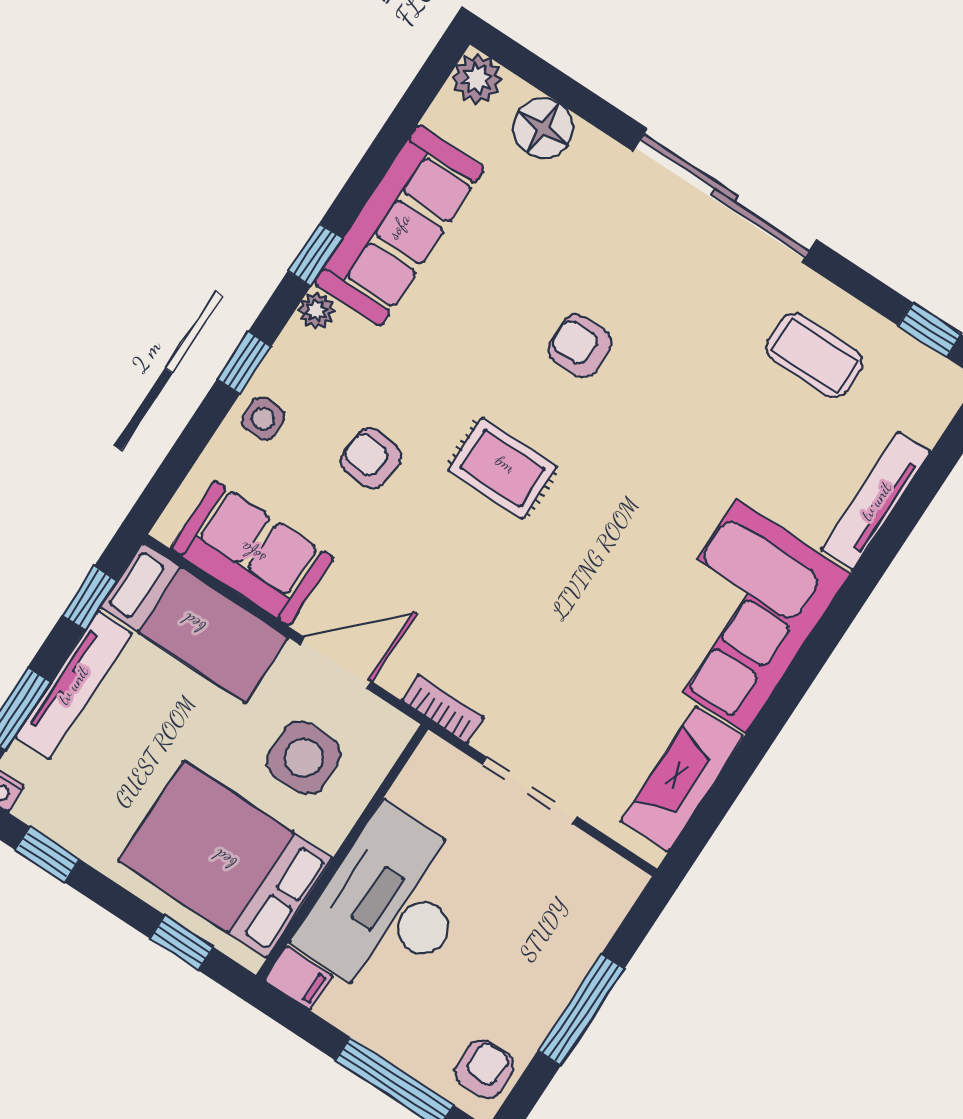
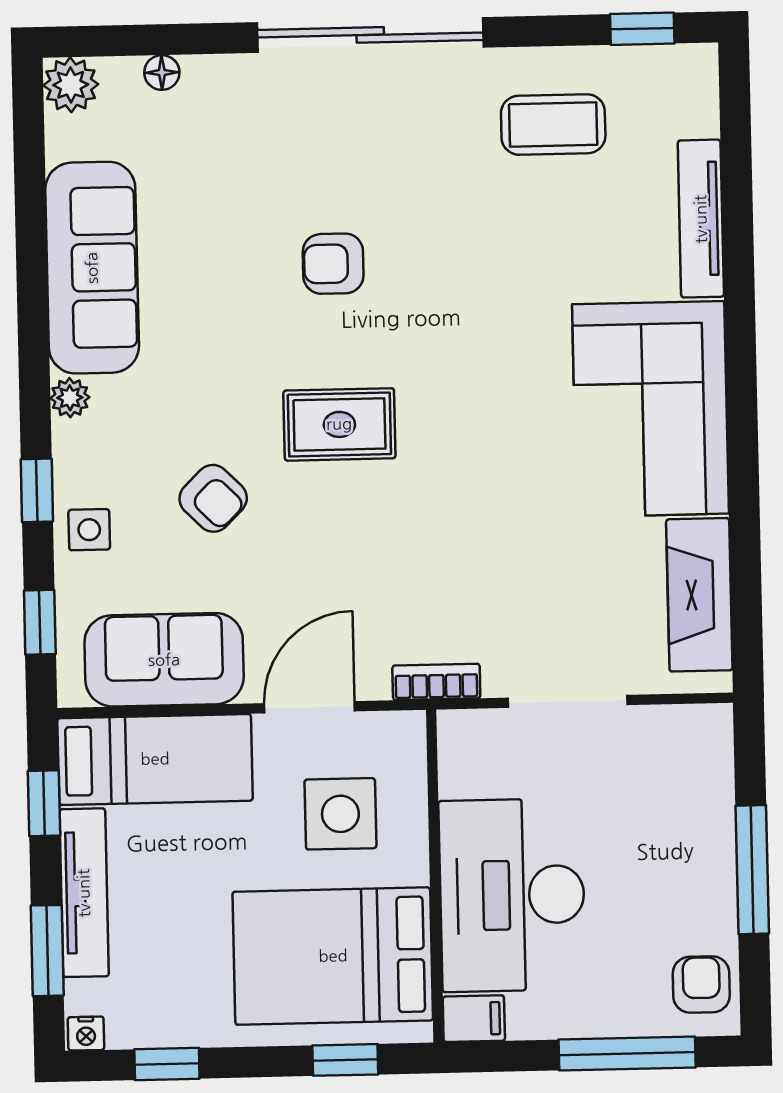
floor lamp: (543, 128) -> (162, 73), width x0.53, depth x0.53
window: (315, 255) -> (40, 622), moved
armchair: (371, 459) -> (213, 498), turned -141

